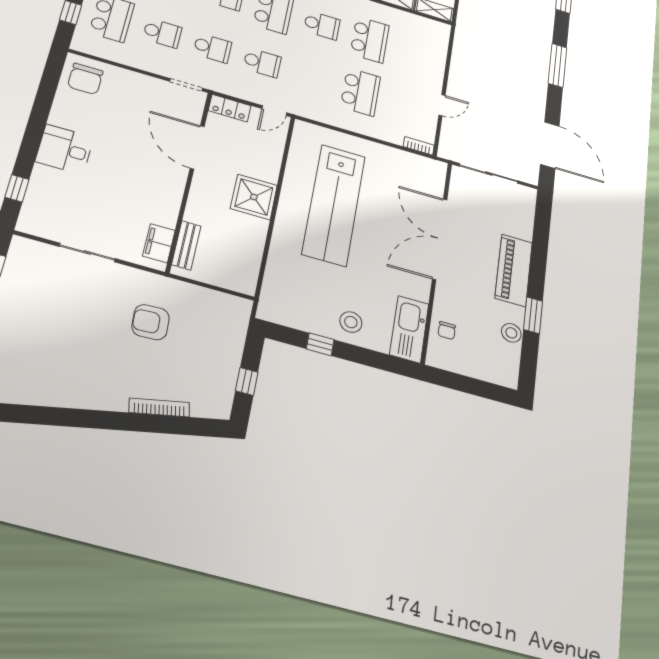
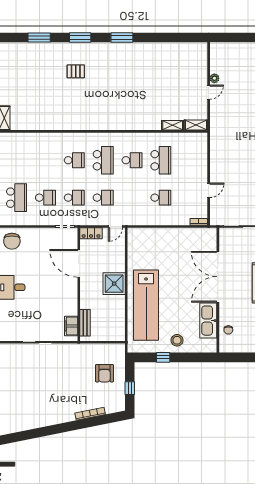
school desk: (360, 92) -> (161, 198), width x0.54
lab bench: (334, 205) -> (146, 305), moved
armchair: (151, 322) -> (104, 373), moved, turned -87
kitchen sink: (409, 329) -> (208, 321), moved

